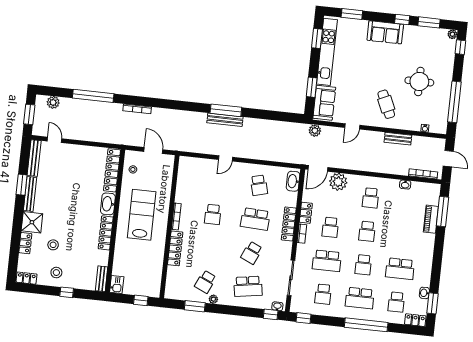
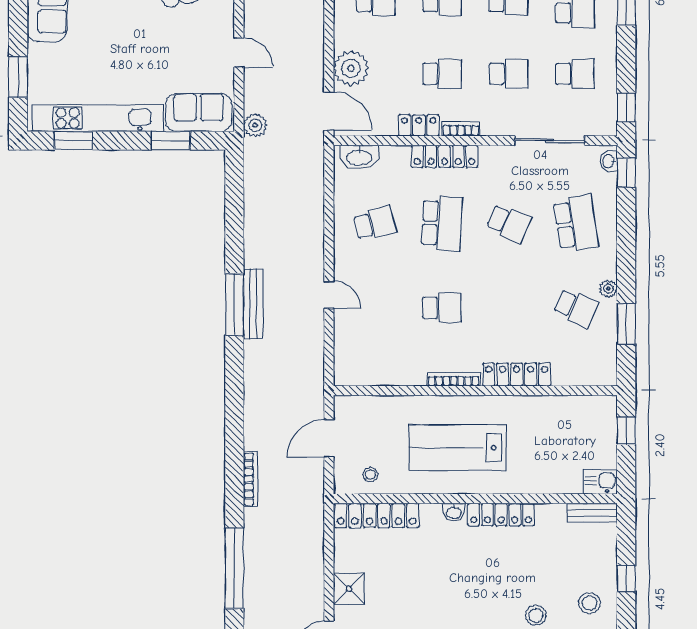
shower: (77, 152) -> (349, 589), added
washbasin: (108, 204) -> (454, 512), width x0.52, depth x0.69
school desk: (327, 261) -> (509, 74), width x0.54

